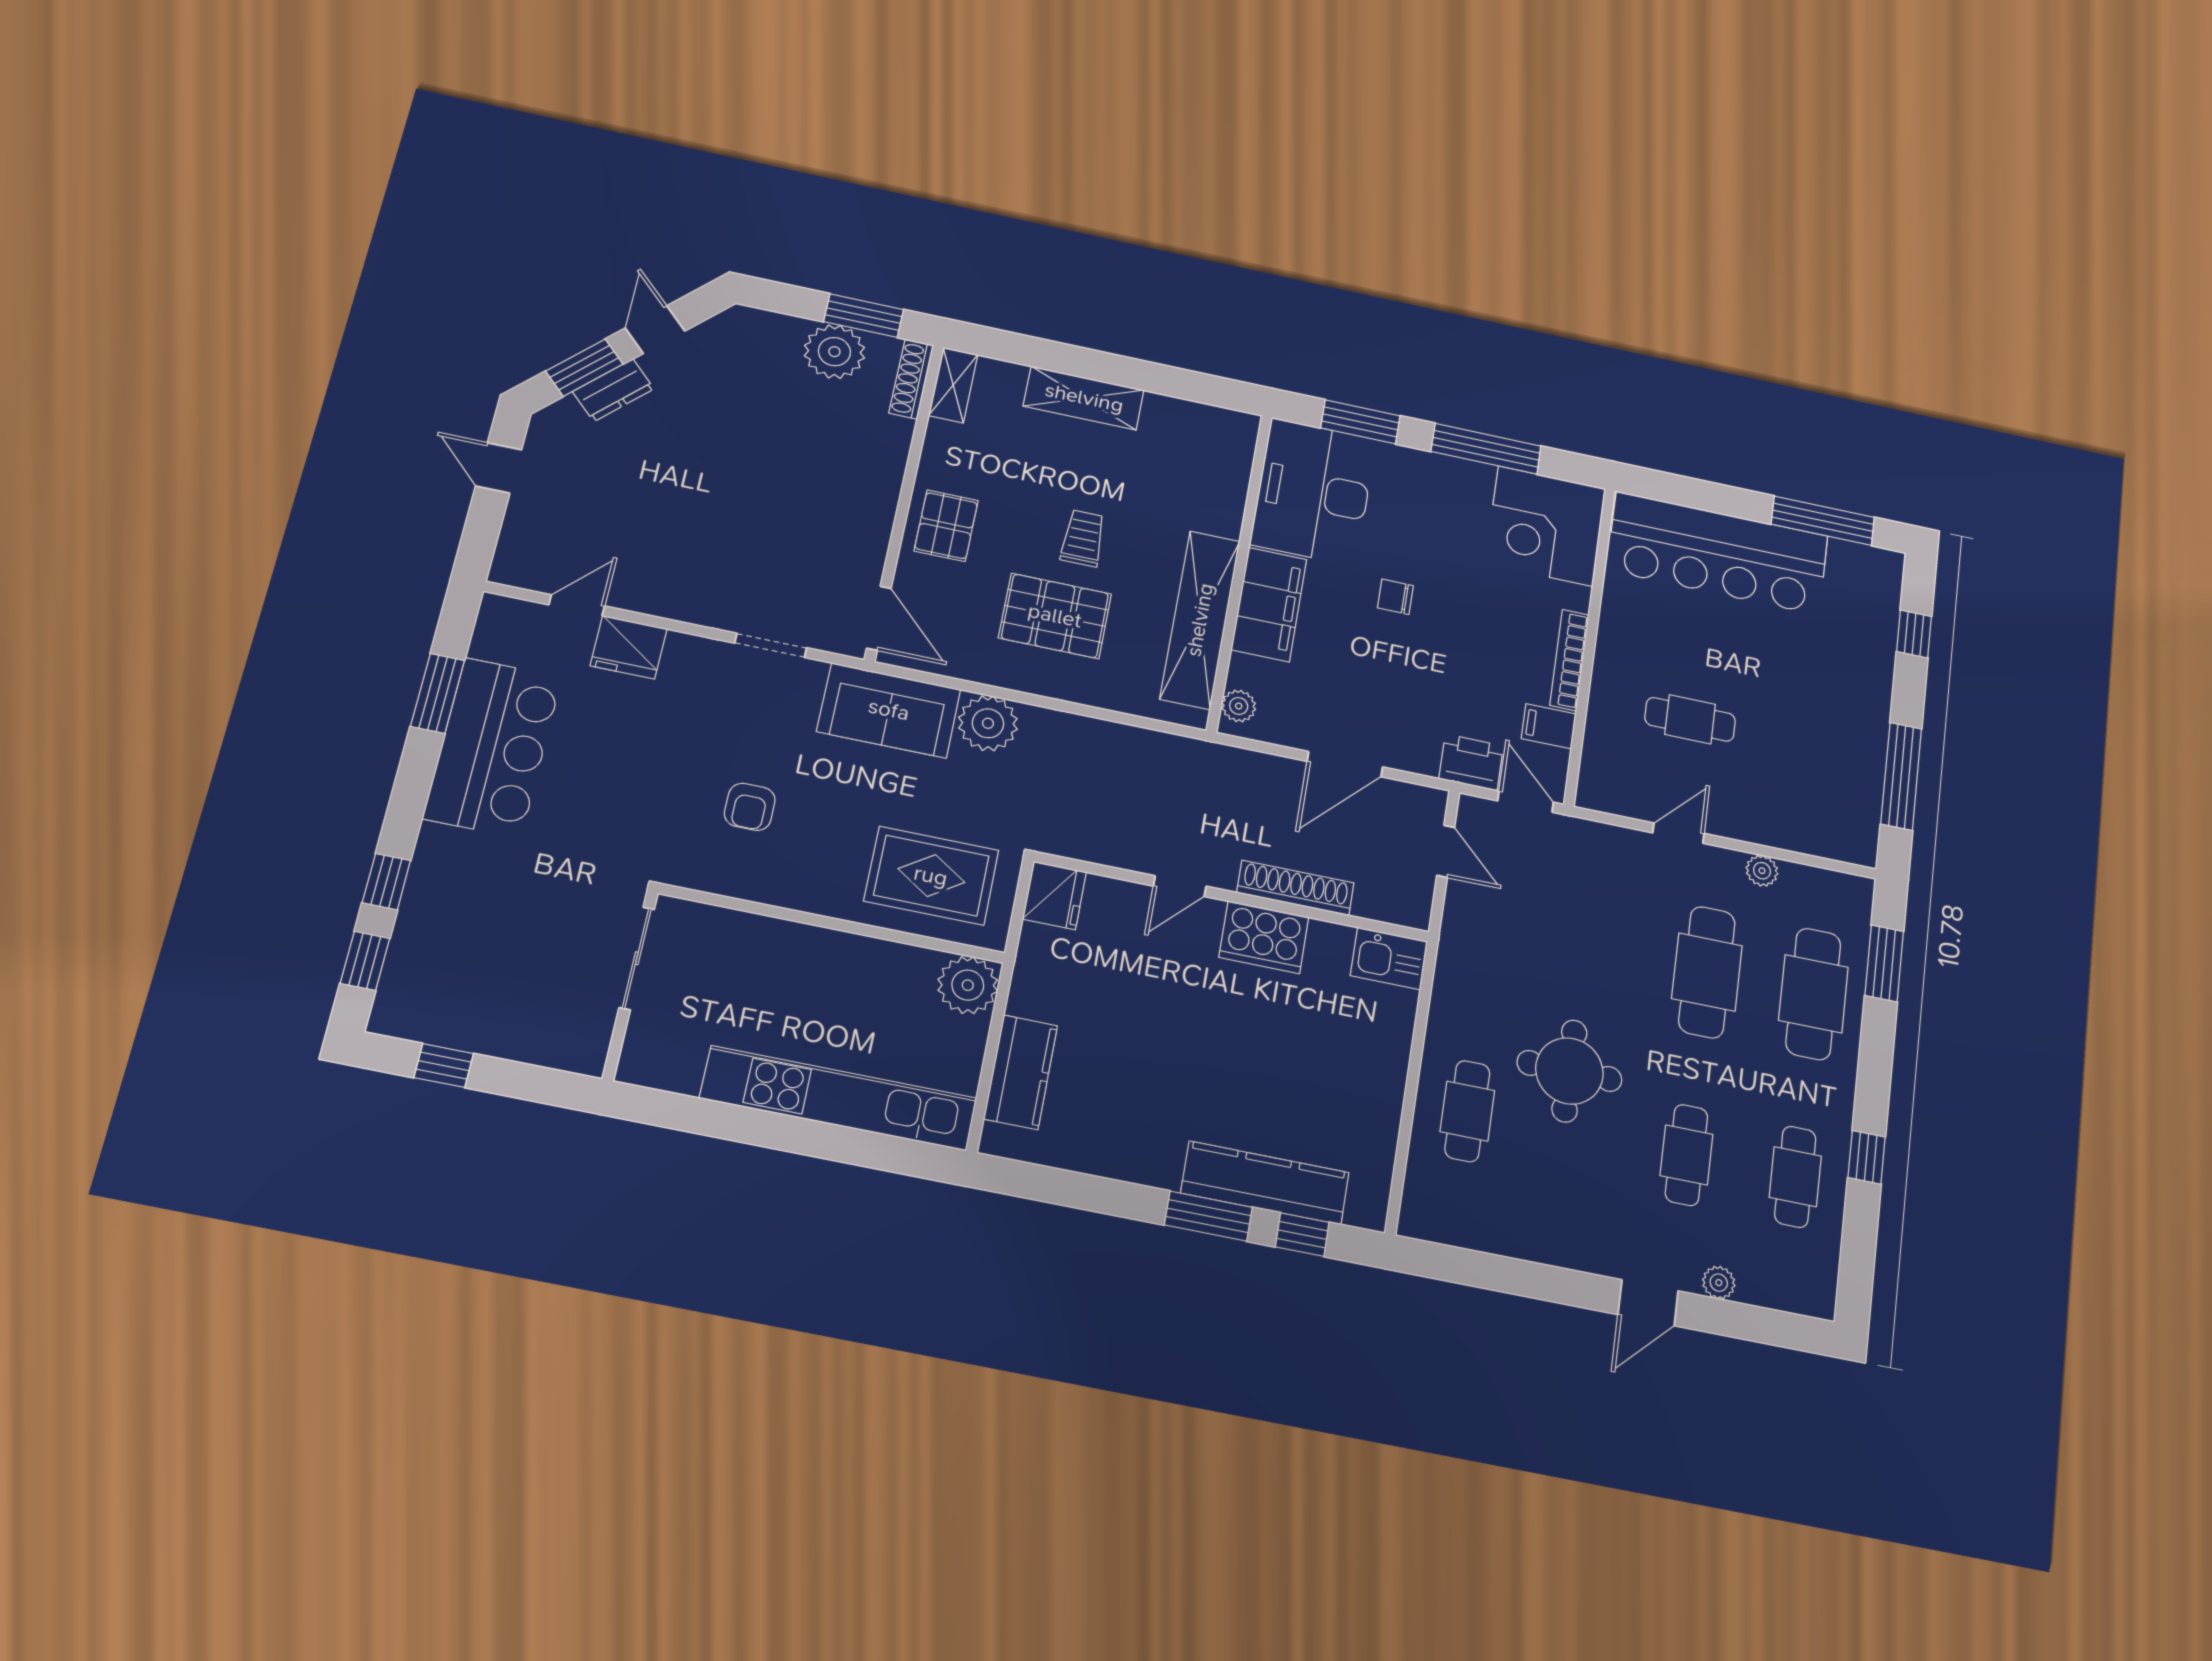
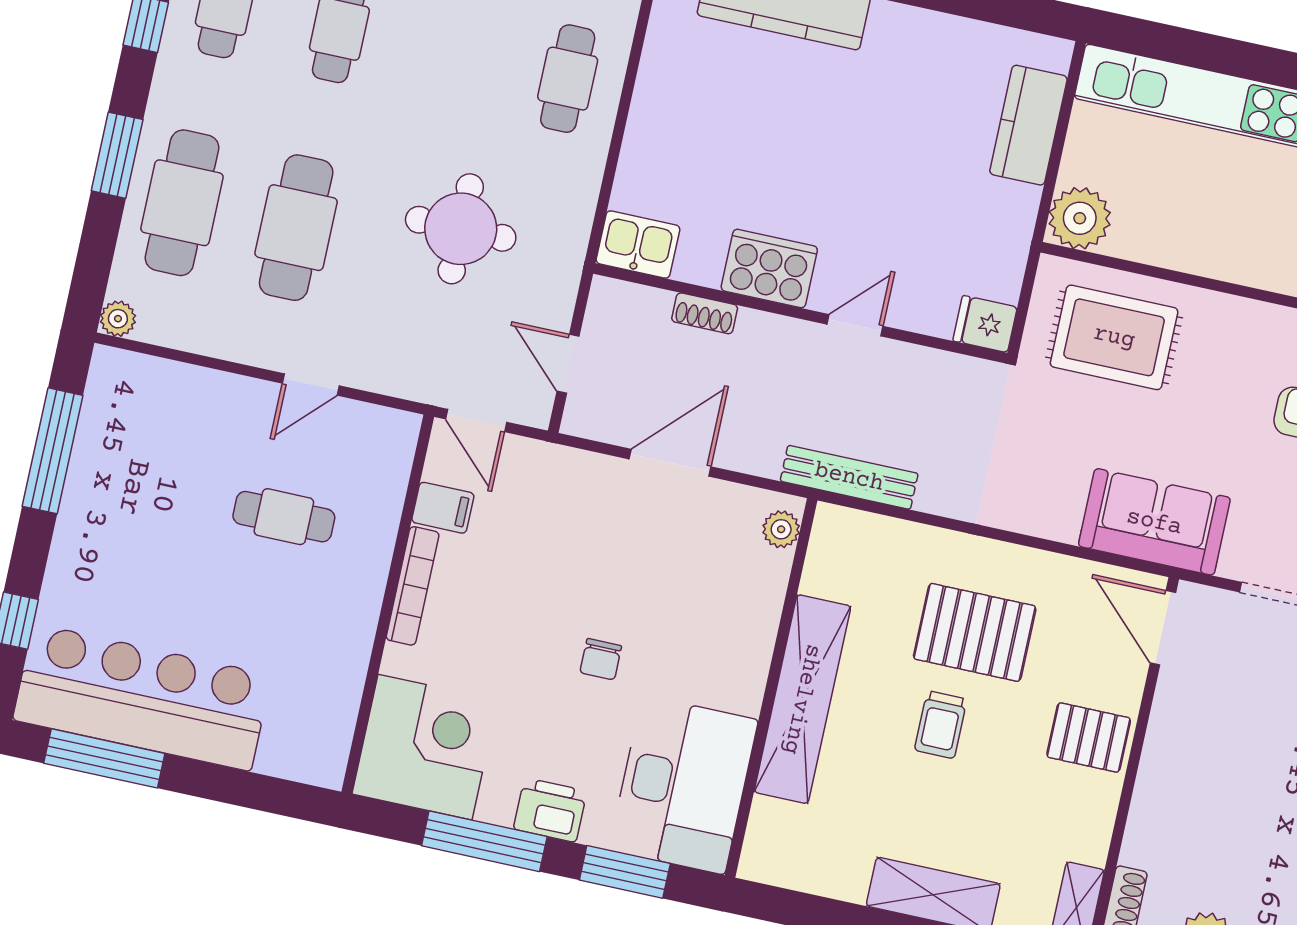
pallet: (946, 526) -> (1089, 737), turned 90
bar counter: (1718, 553) -> (142, 697), moved
chair: (1395, 597) -> (601, 659), turned 90
filing cabinet: (1269, 605) -> (741, 648), removed
shelving: (1200, 620) -> (802, 699), moved
plant: (988, 723) -> (1050, 508), removed
bench: (1178, 751) -> (849, 477), added
printer: (1471, 762) -> (550, 810), moved, turned 180
plant: (1762, 871) -> (118, 319), moved
shoe rack: (1295, 888) -> (705, 313), width x0.51, depth x0.81
fridge: (1054, 896) -> (985, 324), width x0.72
window: (1884, 963) -> (117, 155), moved
round table: (1569, 1071) -> (461, 229), moved

